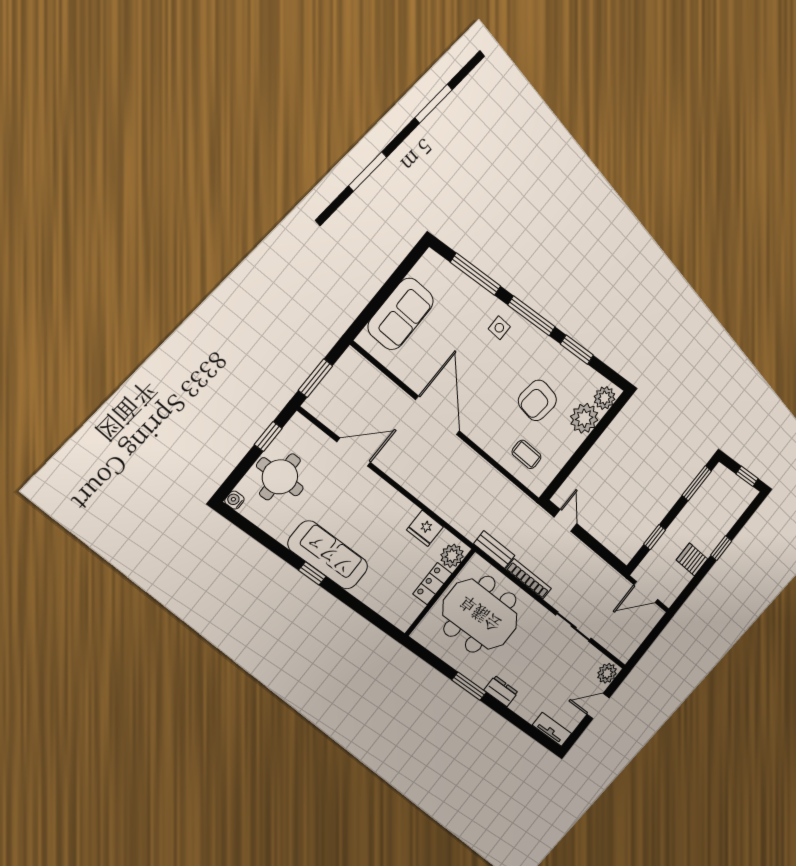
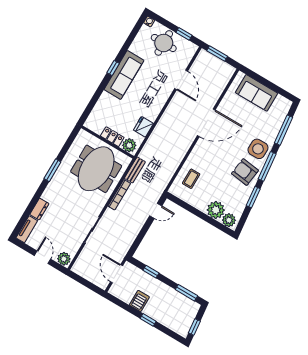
side table: (499, 328) -> (258, 149), width x1.87, depth x1.87
armchair: (537, 400) -> (245, 172), moved
dresser: (501, 691) -> (39, 209), moved

